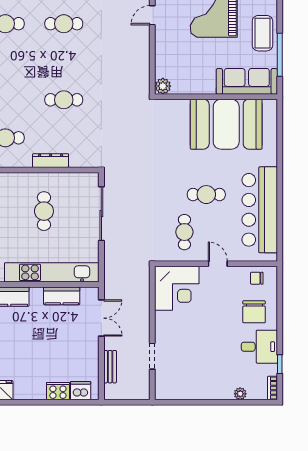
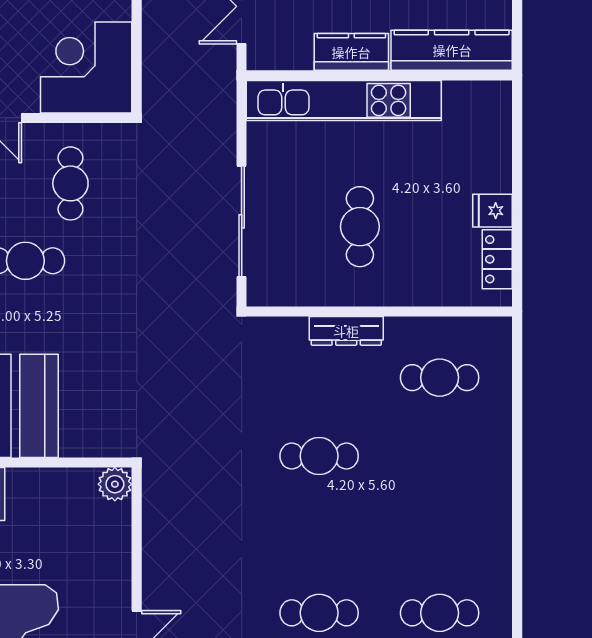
kitchen counter: (62, 296) -> (351, 52), moved

